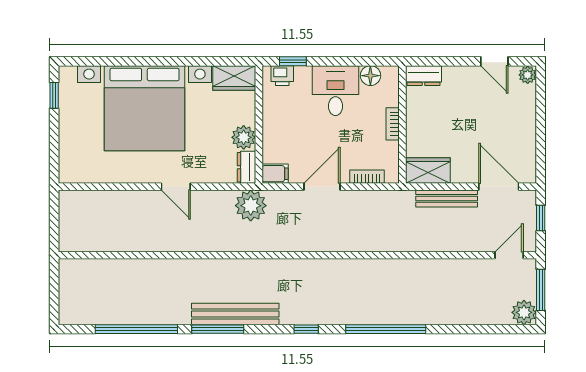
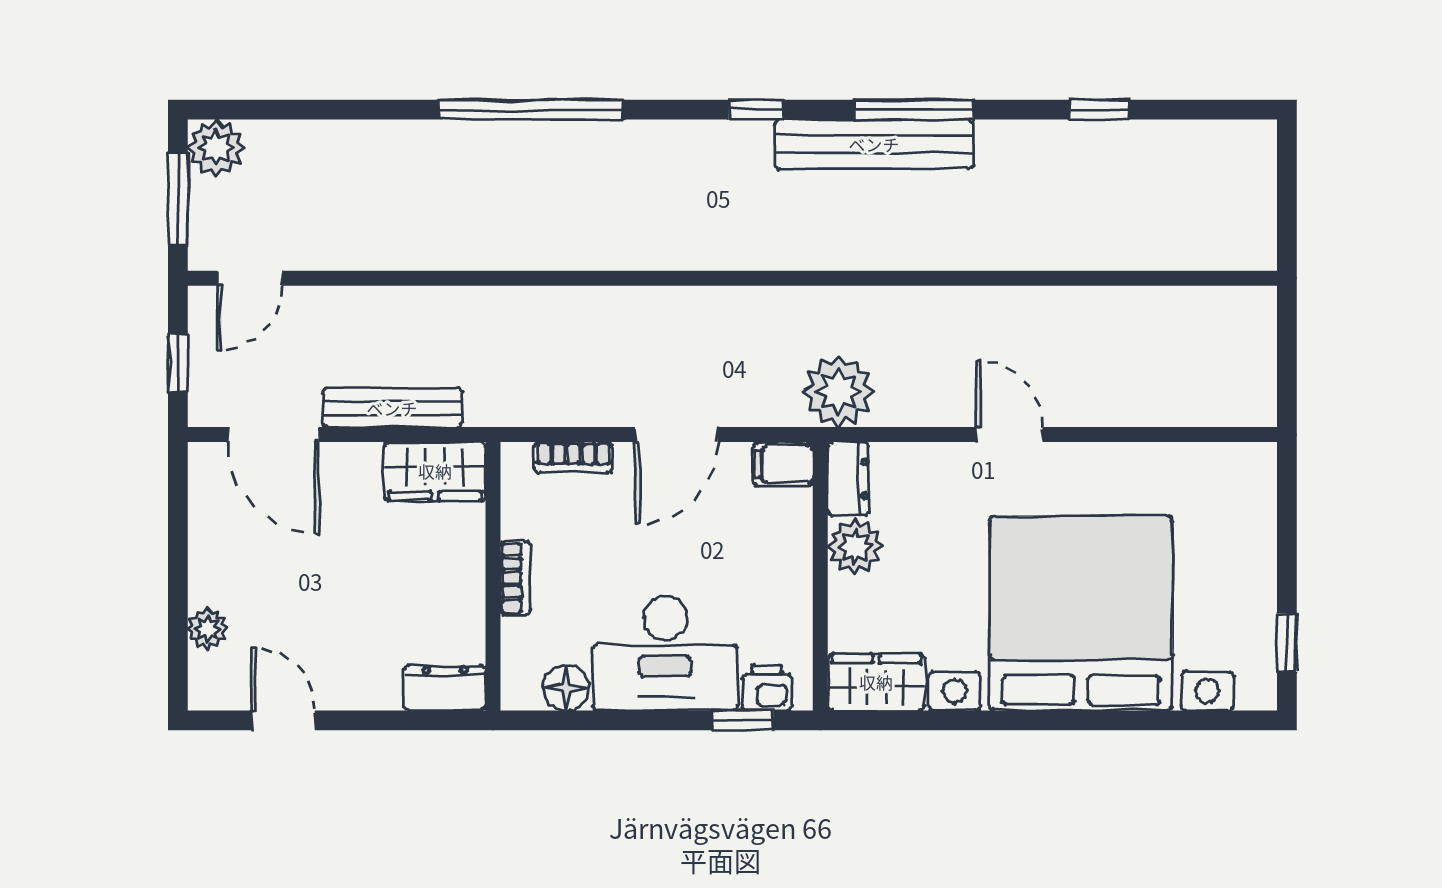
plant: (528, 75) -> (208, 629), moved
desk: (336, 91) -> (665, 654), width x1.37
window: (136, 329) -> (1099, 110), width x0.32
window: (306, 329) -> (756, 110), moved

